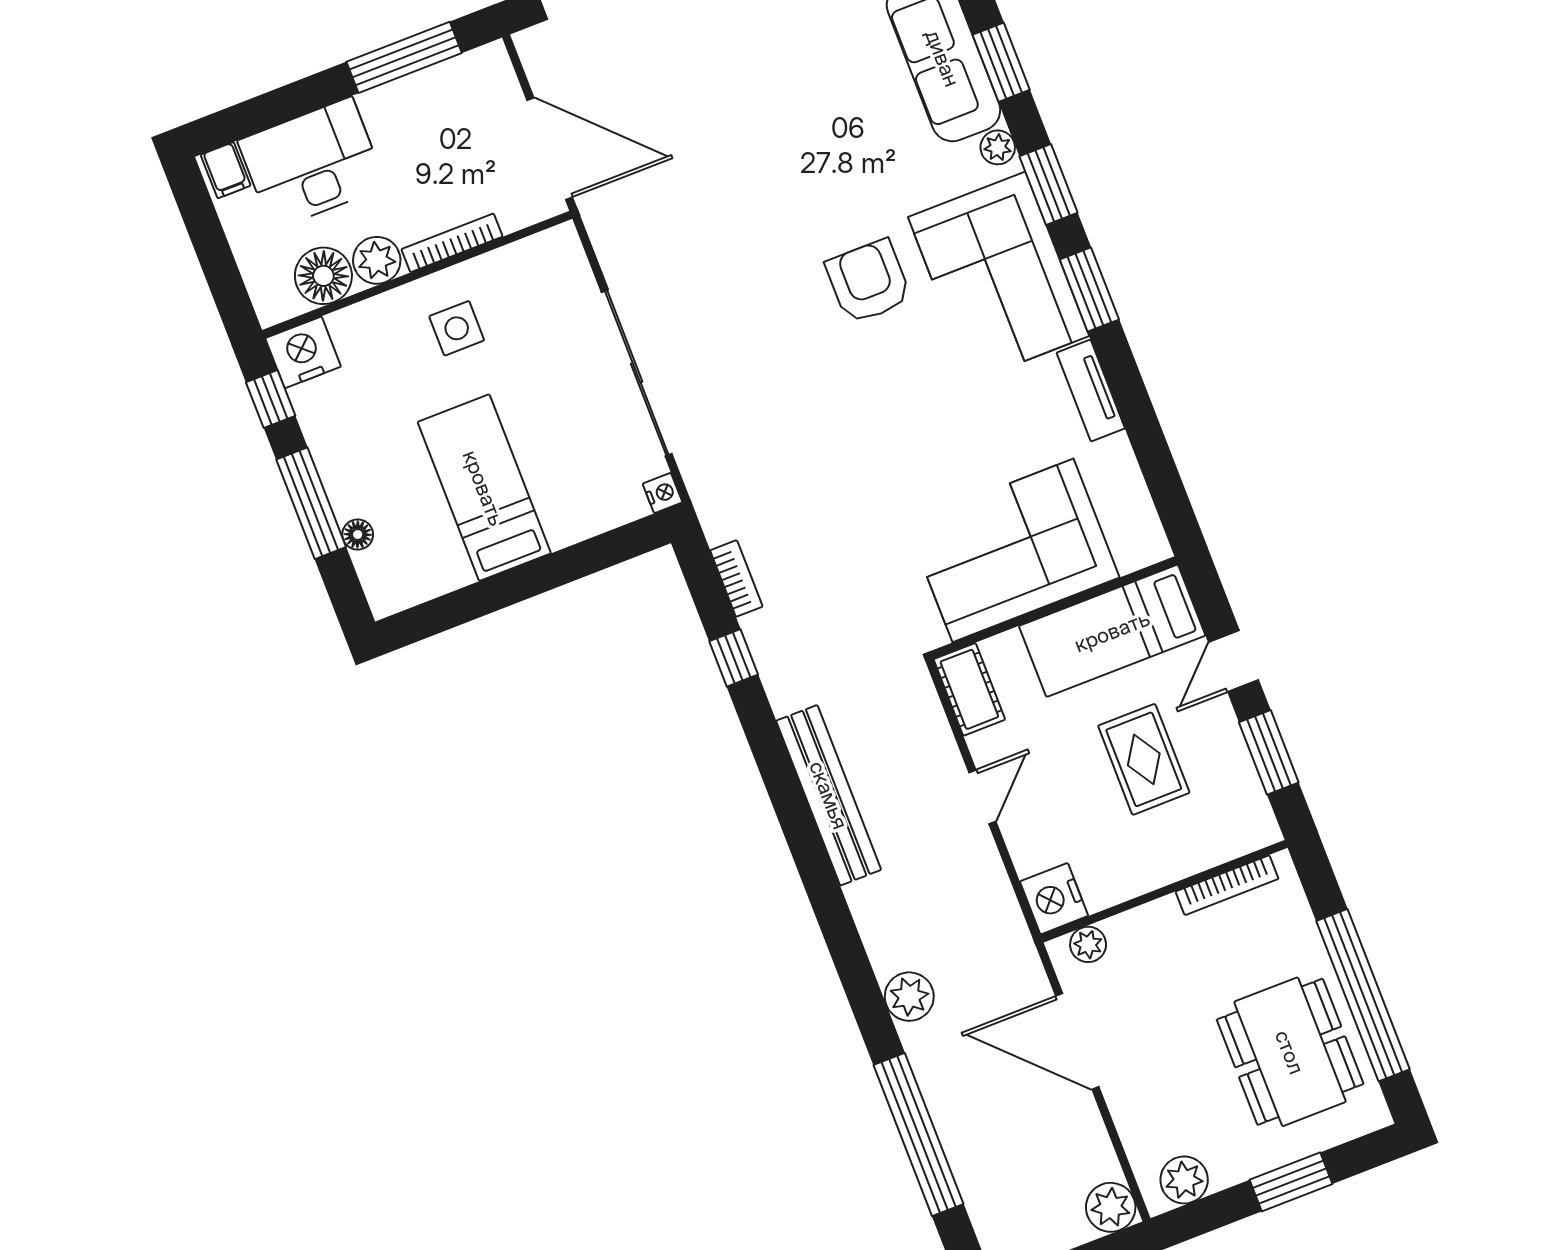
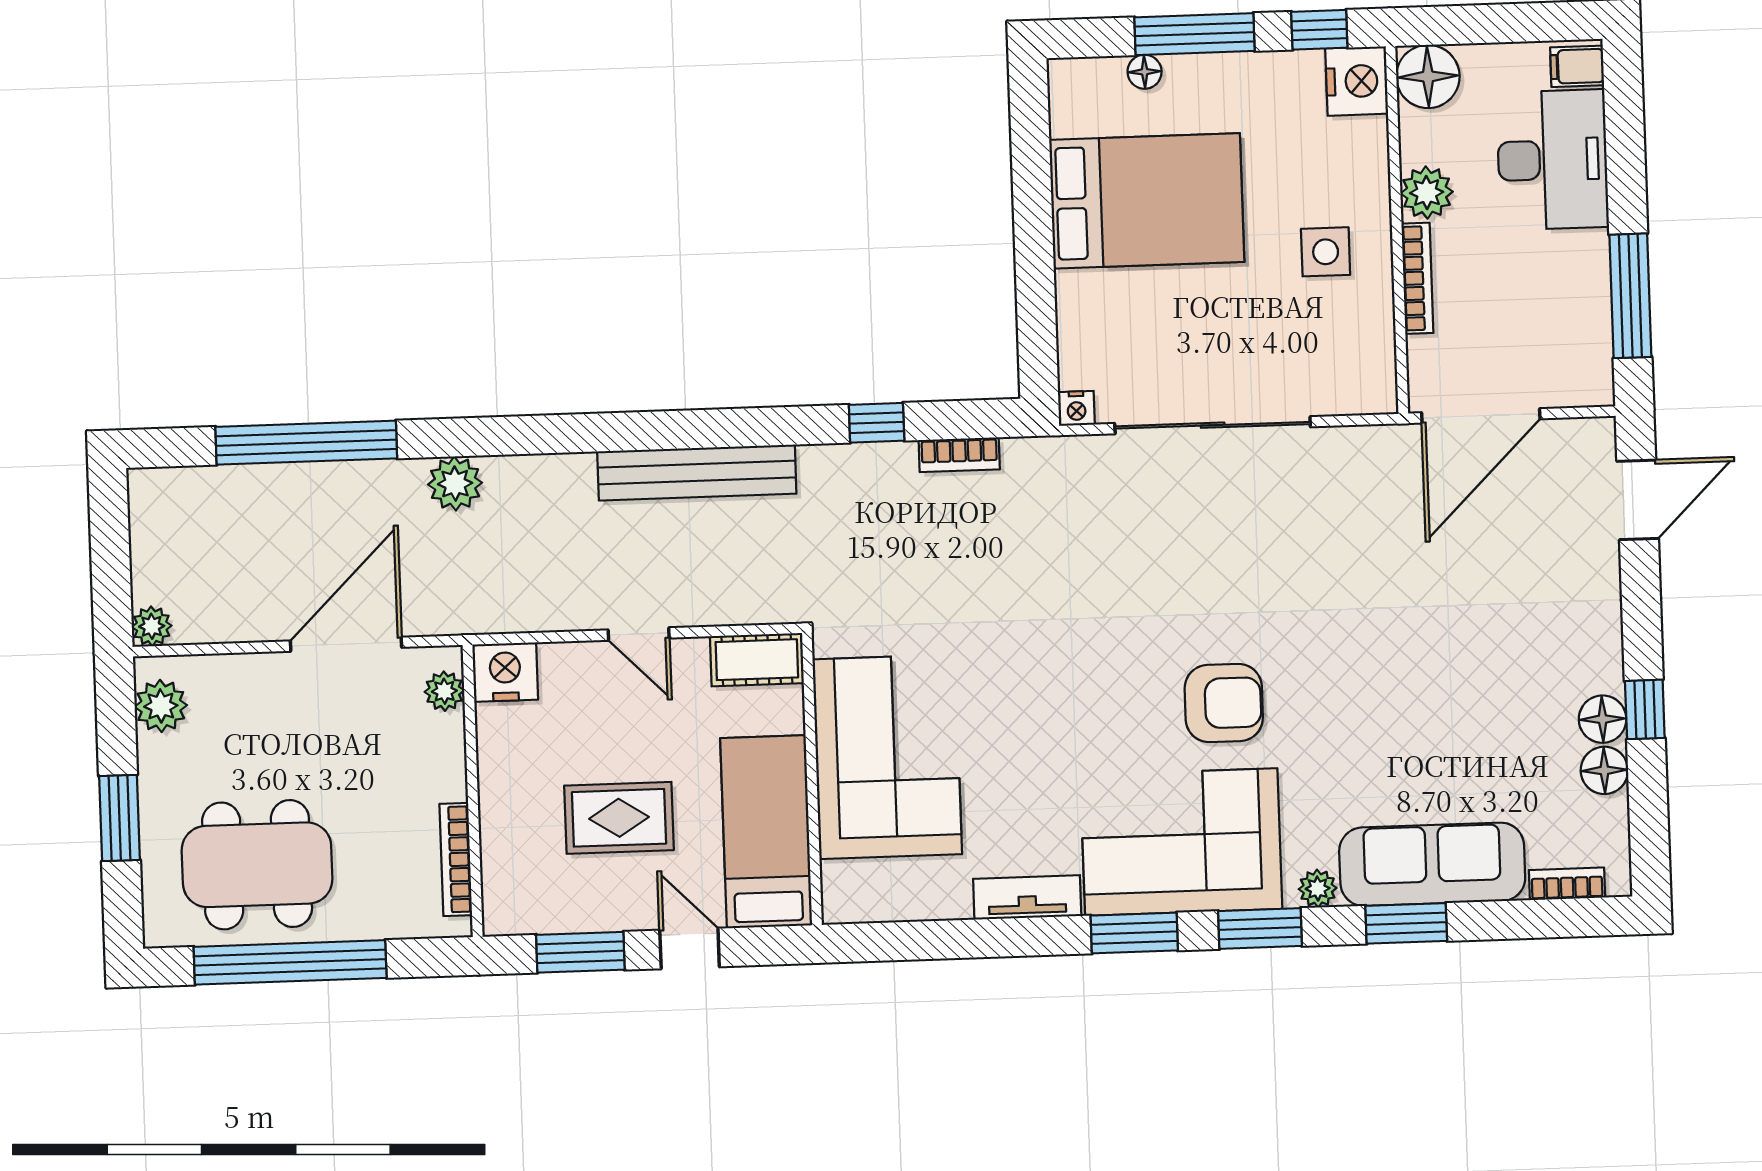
floor lamp: (323, 276) -> (1428, 77), moved
bed: (484, 488) -> (1147, 201), width x1.50
plant: (1111, 1207) -> (152, 626), width x0.73, depth x0.73

